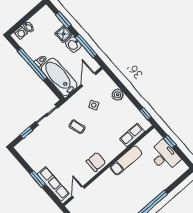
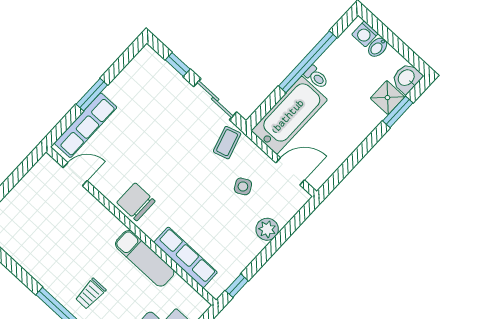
shower: (63, 34) -> (387, 98), moved
washbasin: (73, 44) -> (407, 78), moved
window: (86, 46) -> (353, 160), removed
coffee table: (77, 127) -> (227, 143), moved
row of seats: (132, 135) -> (186, 257), width x1.48
chair: (96, 162) -> (136, 202), turned 180
trolley: (142, 191) -> (90, 294), added

